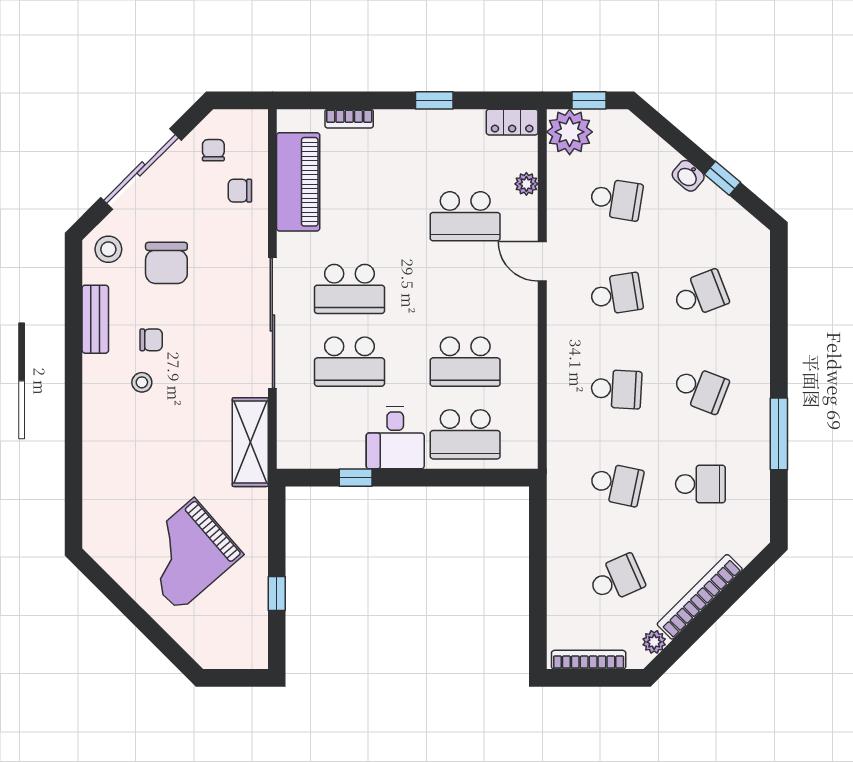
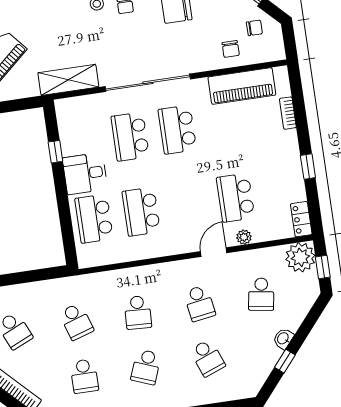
plant: (526, 184) -> (244, 237), moved
chair: (240, 191) -> (231, 49), turned 180
school desk: (616, 484) -> (76, 322), turned -30

